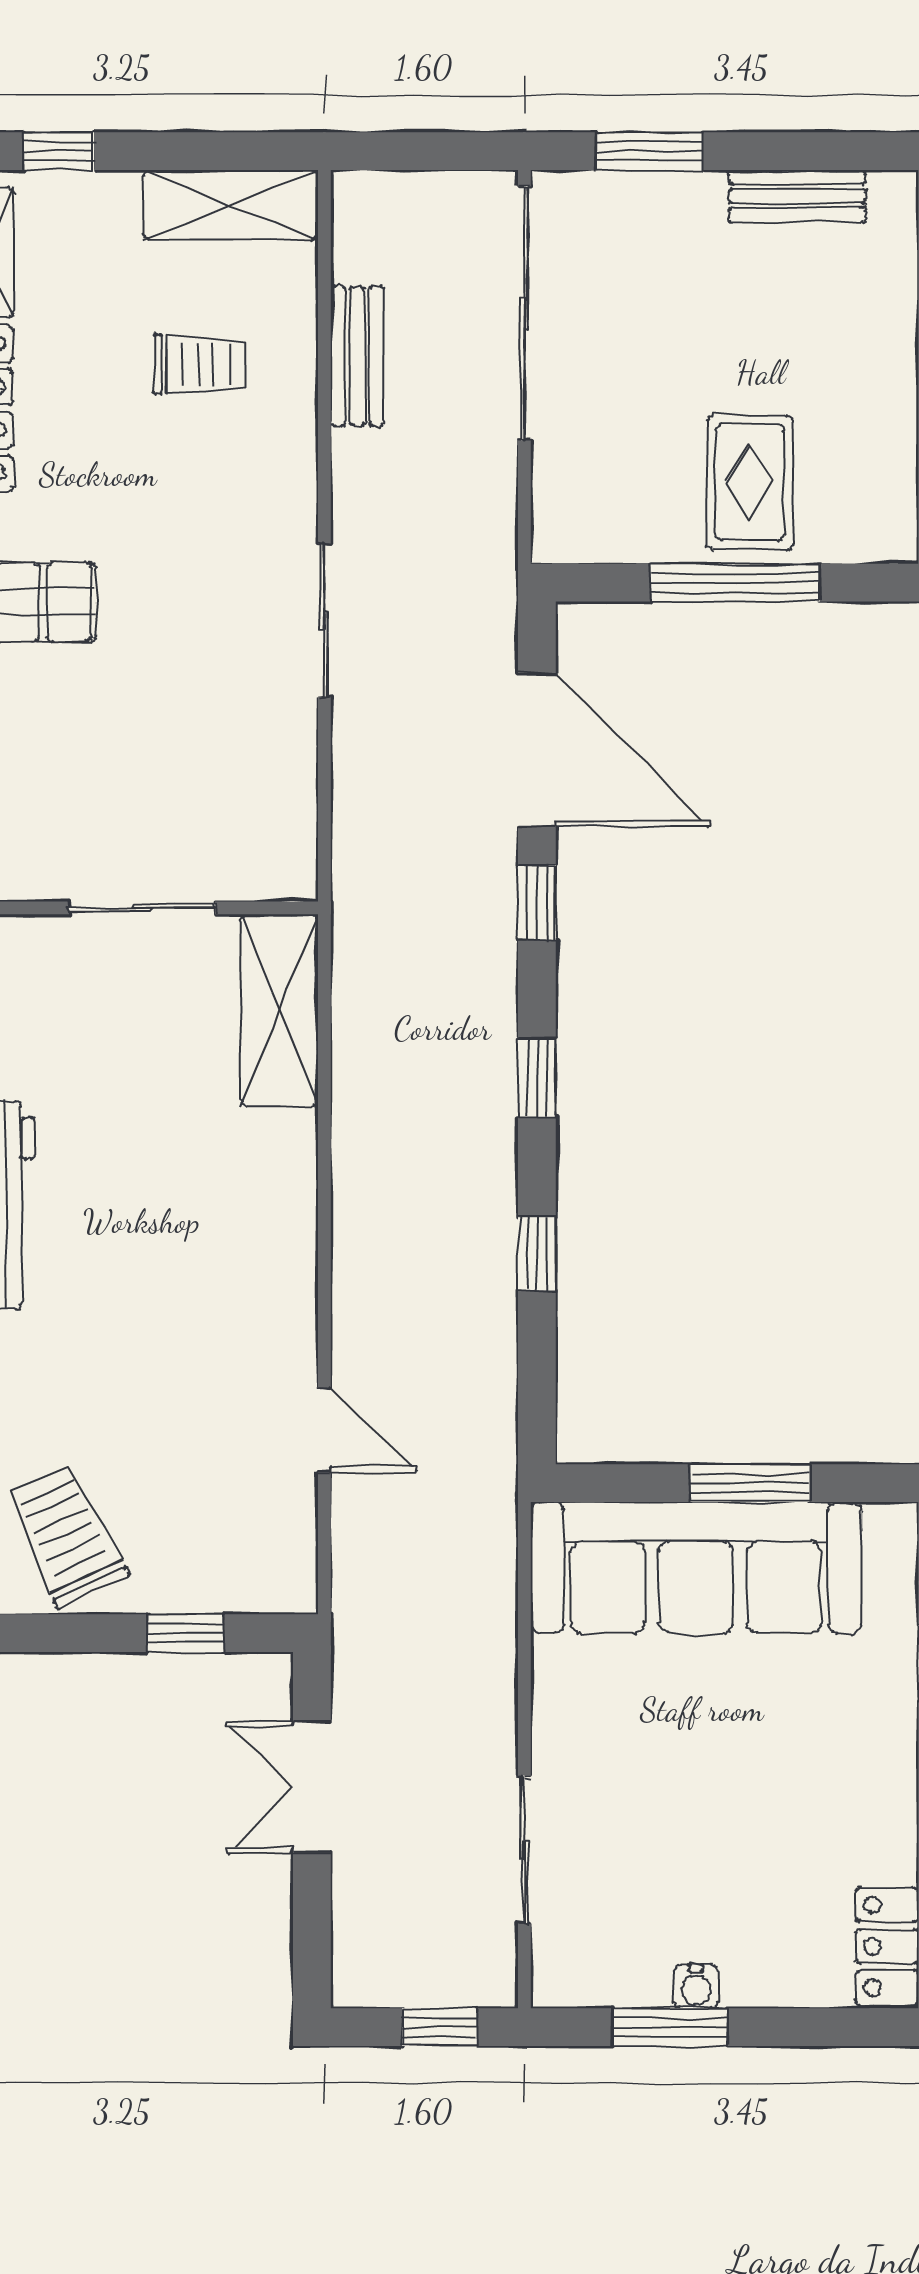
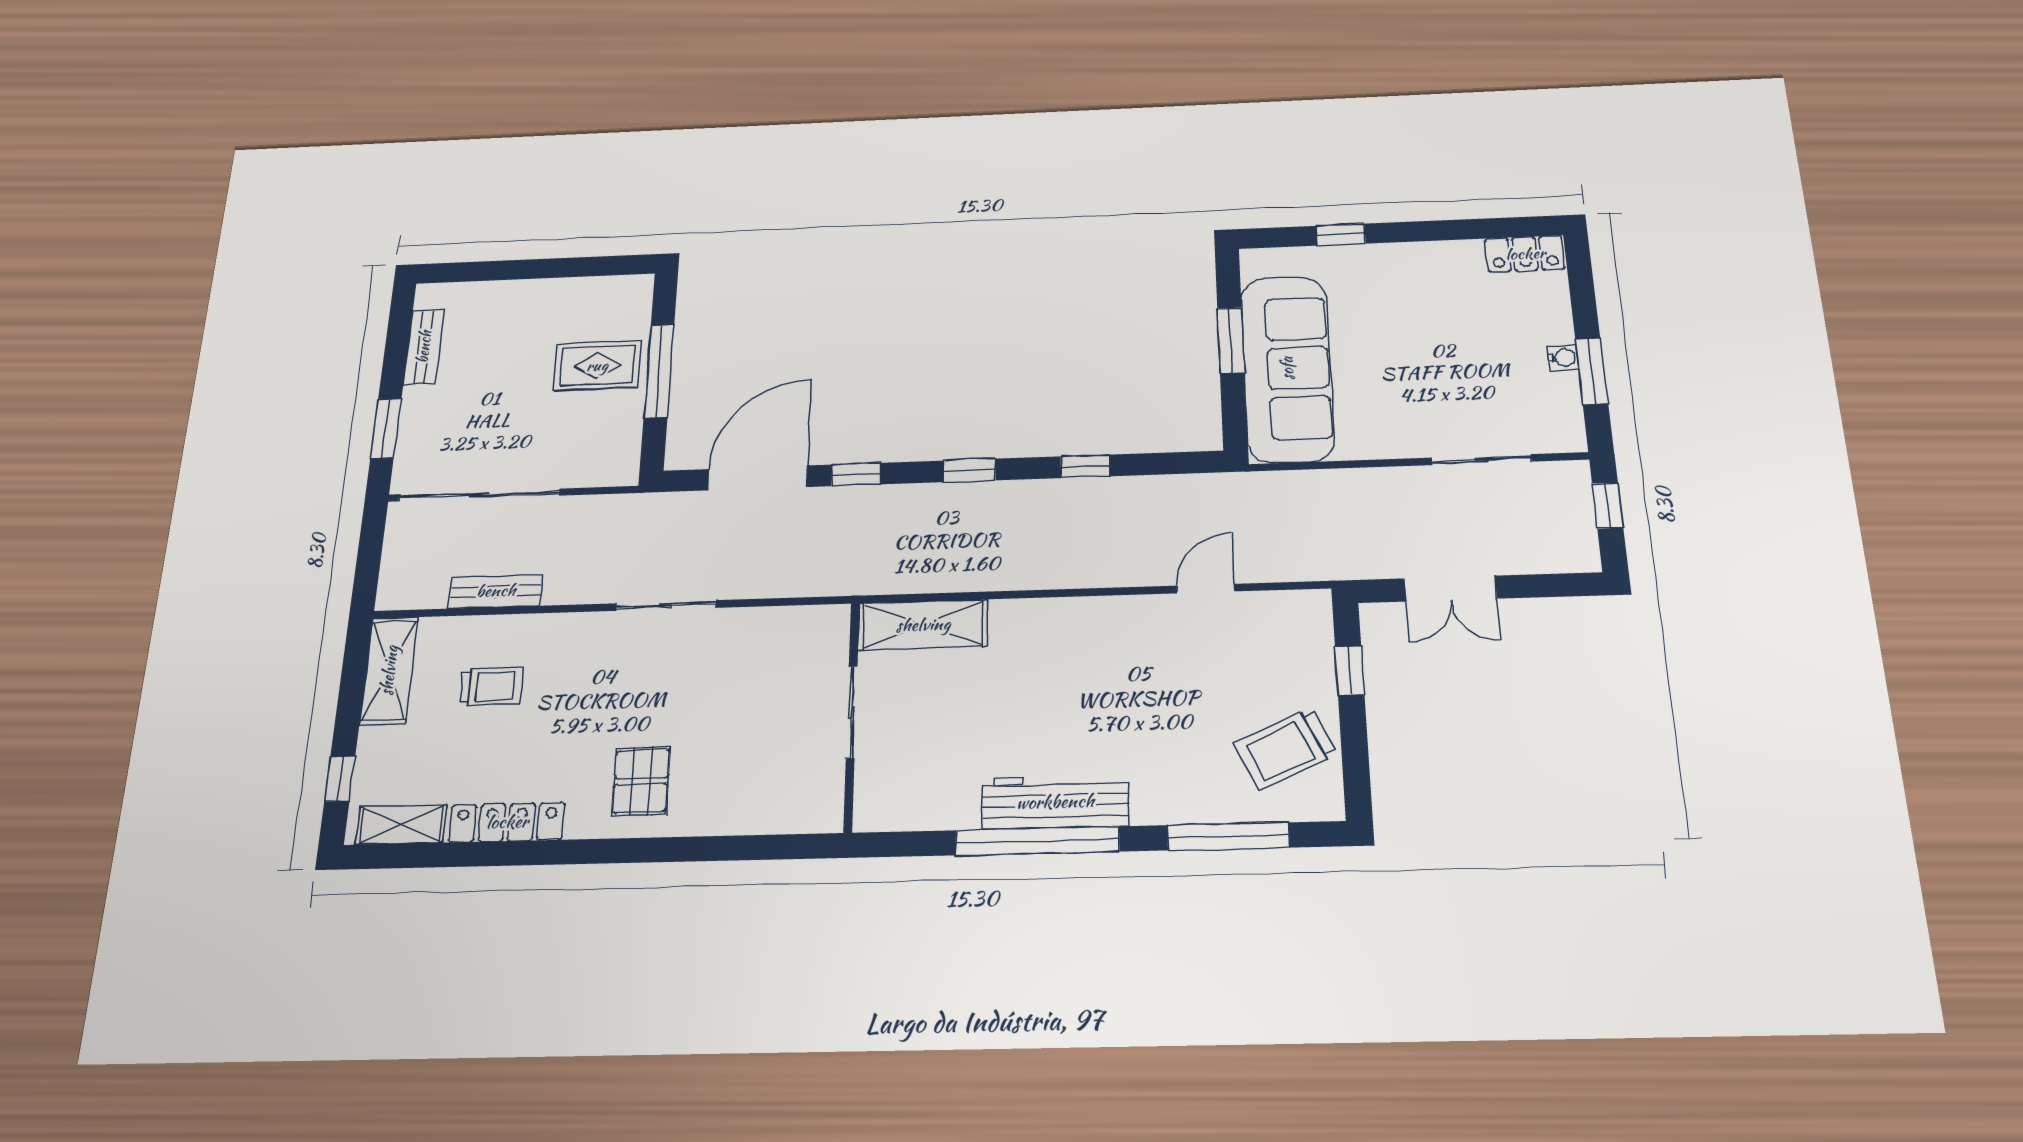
trolley: (200, 364) -> (491, 687), turned 90

